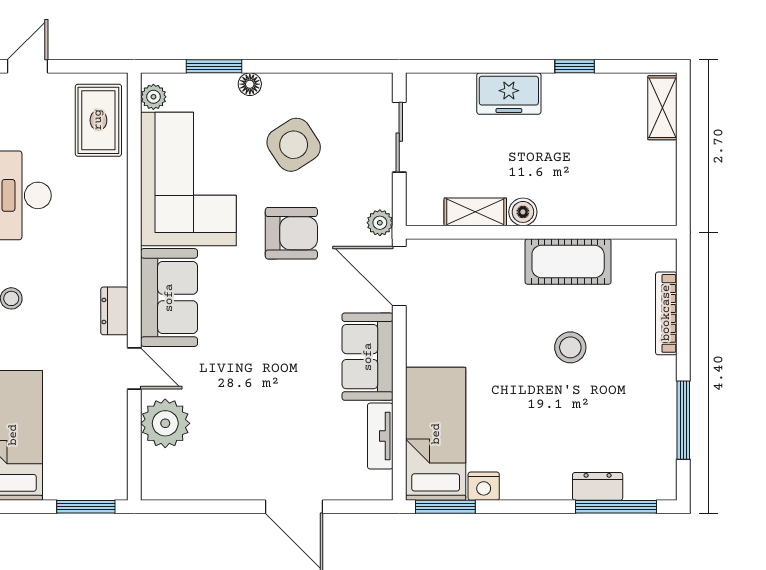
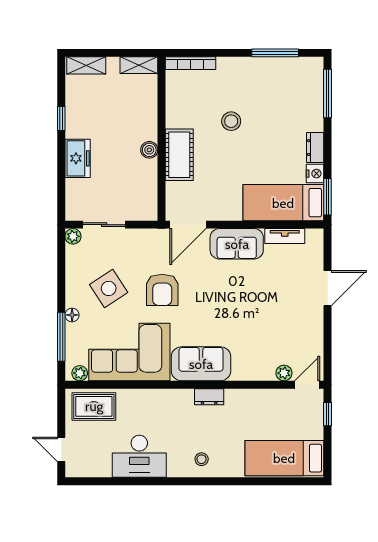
window: (214, 66) -> (61, 337), width x1.44
shelving: (475, 212) -> (139, 65), moved, turned 90
plant: (380, 223) -> (73, 236), moved
armchair: (291, 233) -> (162, 290), turned 180
cot: (568, 261) -> (179, 155), moved
bookcase: (666, 313) -> (191, 63), moved
door: (134, 369) -> (307, 385), moved
plant: (165, 423) -> (284, 373), width x0.53, depth x0.53
dresser: (598, 486) -> (315, 148), moved
window: (86, 507) -> (328, 414), width x0.67

